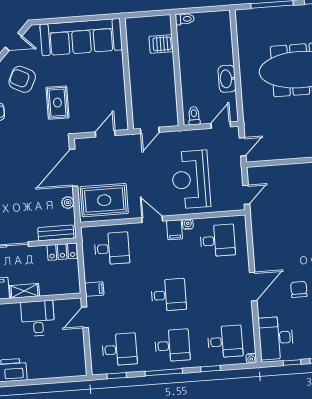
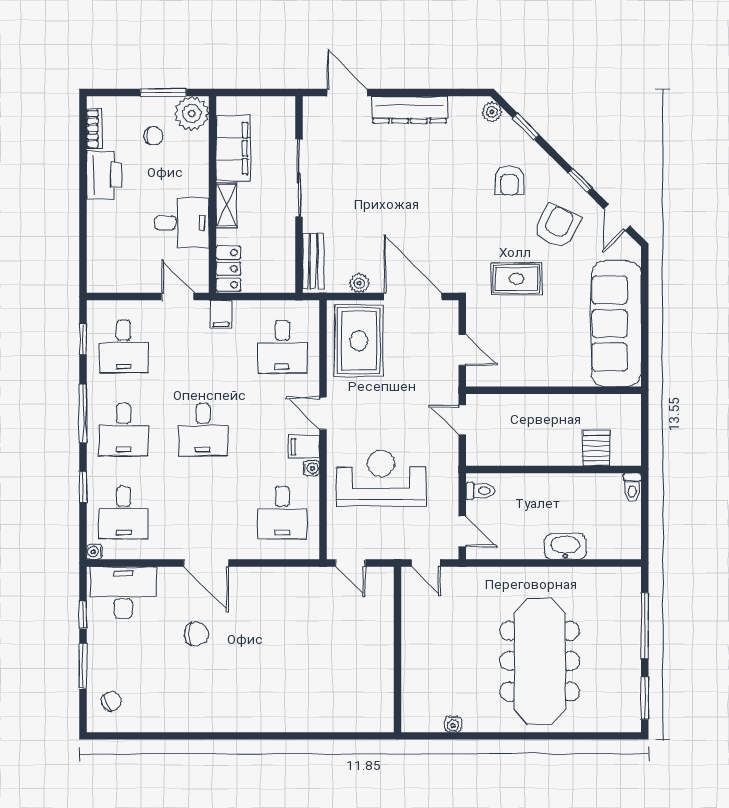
washbasin: (227, 79) -> (565, 547), moved
door: (152, 219) -> (323, 413), swing flipped
locker: (62, 252) -> (228, 269), moved, turned 180

